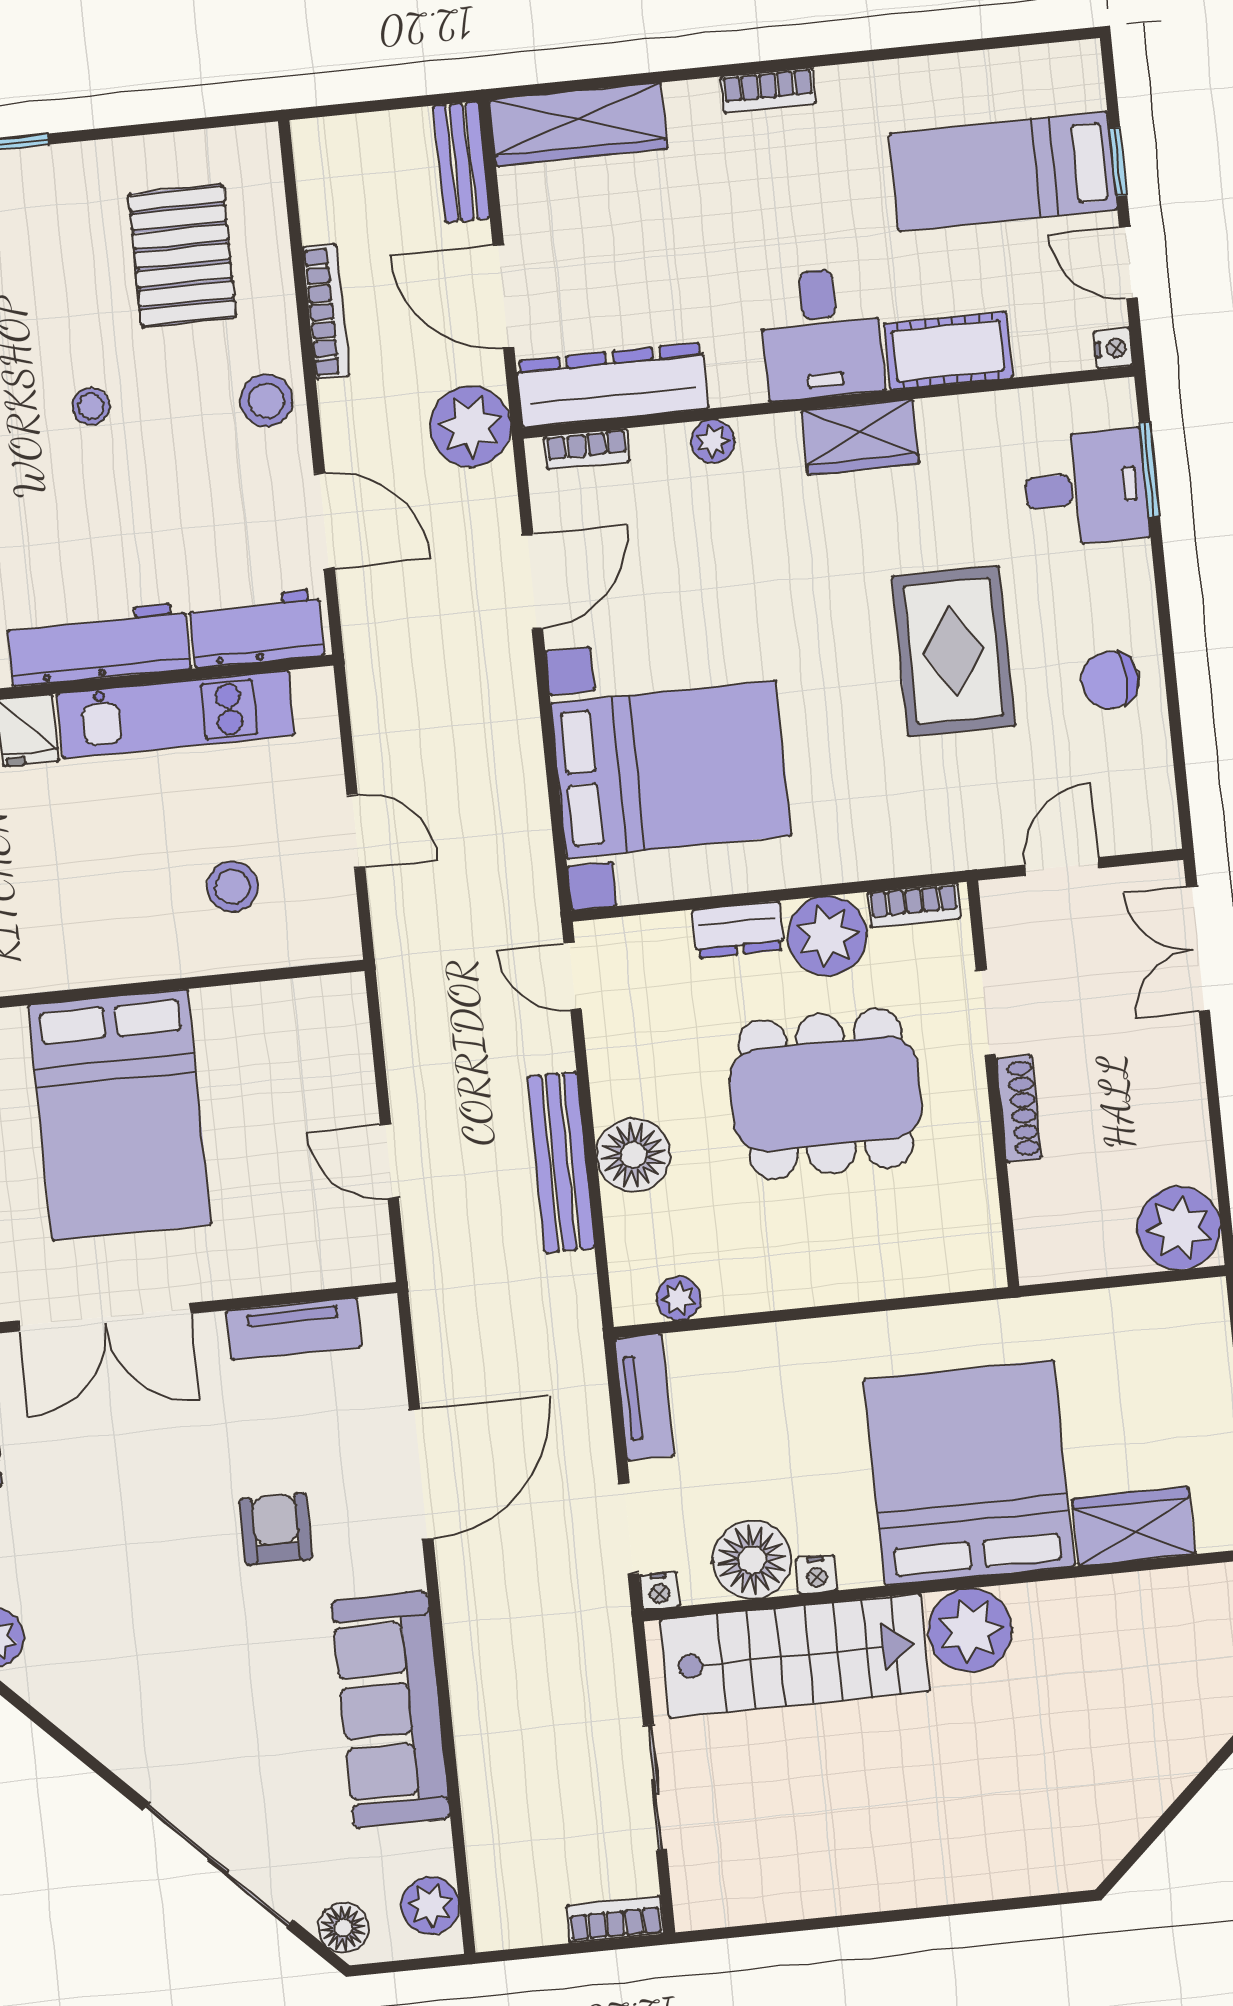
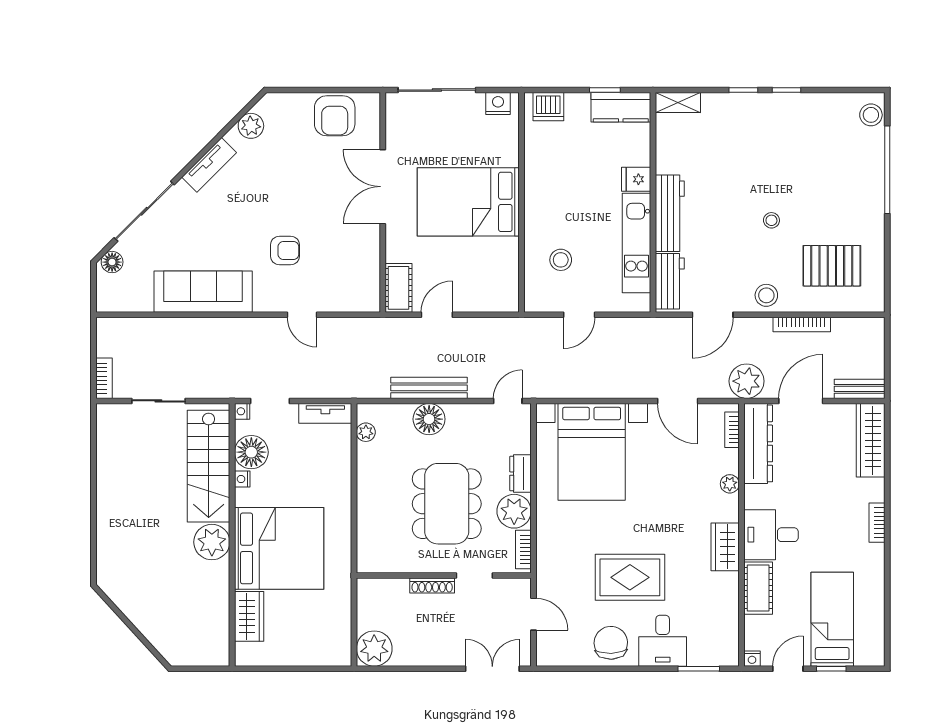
desk: (1086, 488) -> (663, 641), moved
chair: (1110, 680) -> (611, 643), width x1.37, depth x1.37
cot: (336, 1257) -> (398, 288), added
tv unit: (294, 1329) -> (209, 165), moved, turned -135
door: (421, 1474) -> (302, 315), width x0.53
plant: (431, 1905) -> (118, 300), removed

